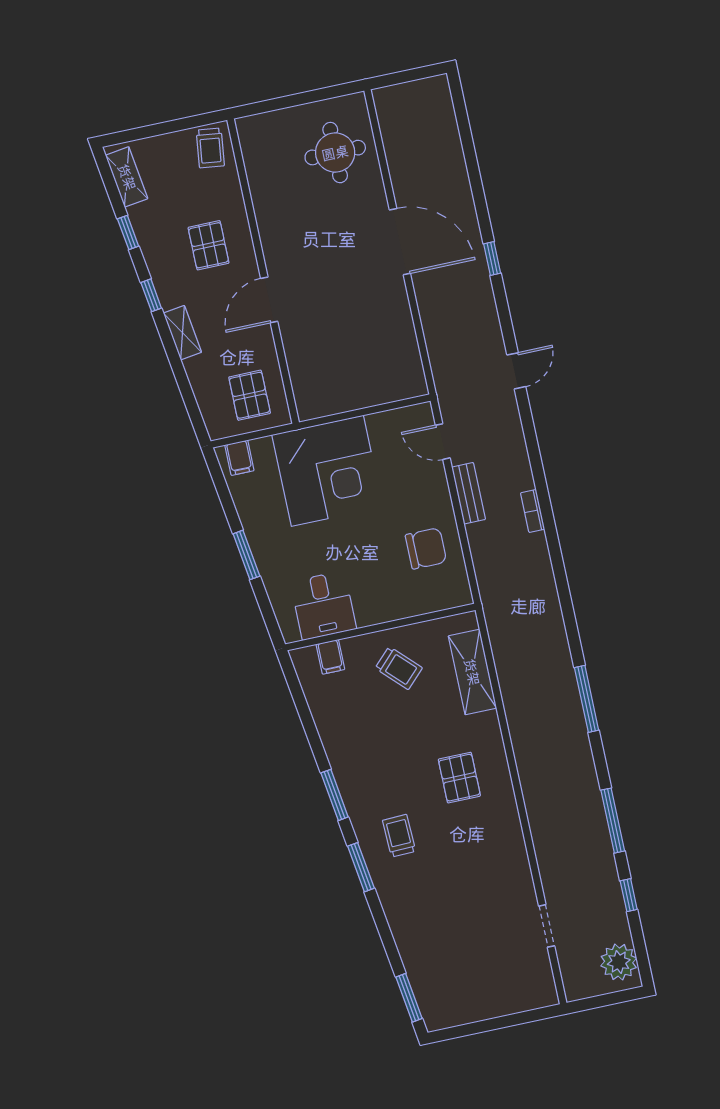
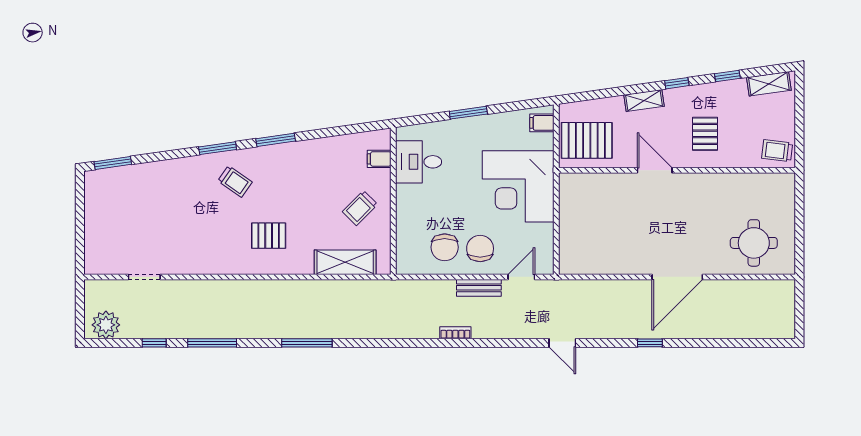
pallet: (209, 245) -> (705, 134), turned 90
pallet: (250, 395) -> (587, 140), width x1.50, depth x1.42
chair: (418, 502) -> (480, 249), added
trolley: (399, 836) -> (235, 181), turned 37

